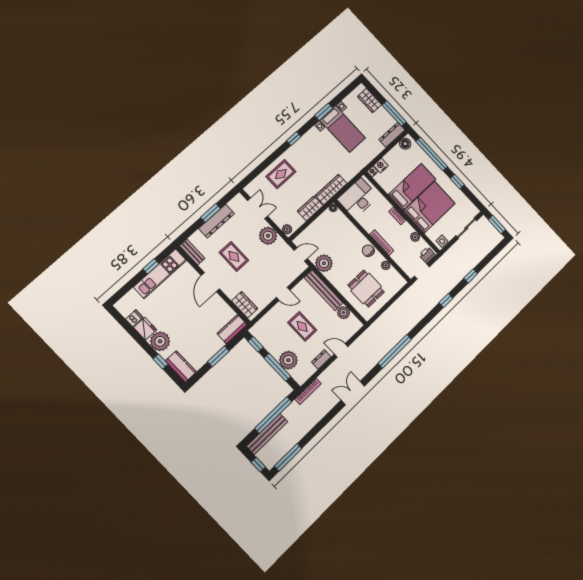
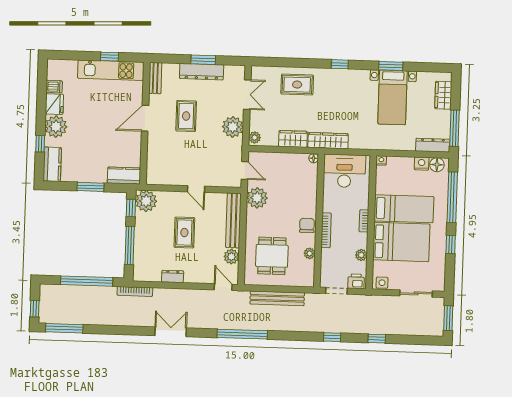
nightstand: (381, 166) -> (422, 164), moved
wardrobe: (245, 305) -> (155, 166), removed
door: (341, 350) -> (223, 287), moved
plant: (288, 360) -> (146, 201), moved
bench: (267, 434) -> (277, 298), moved

